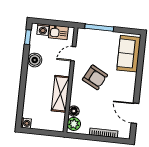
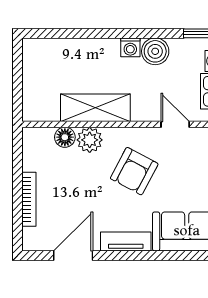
tv unit: (131, 86) -> (126, 241), added
washing machine: (26, 123) -> (130, 47), moved
plant: (74, 124) -> (90, 140), moved

